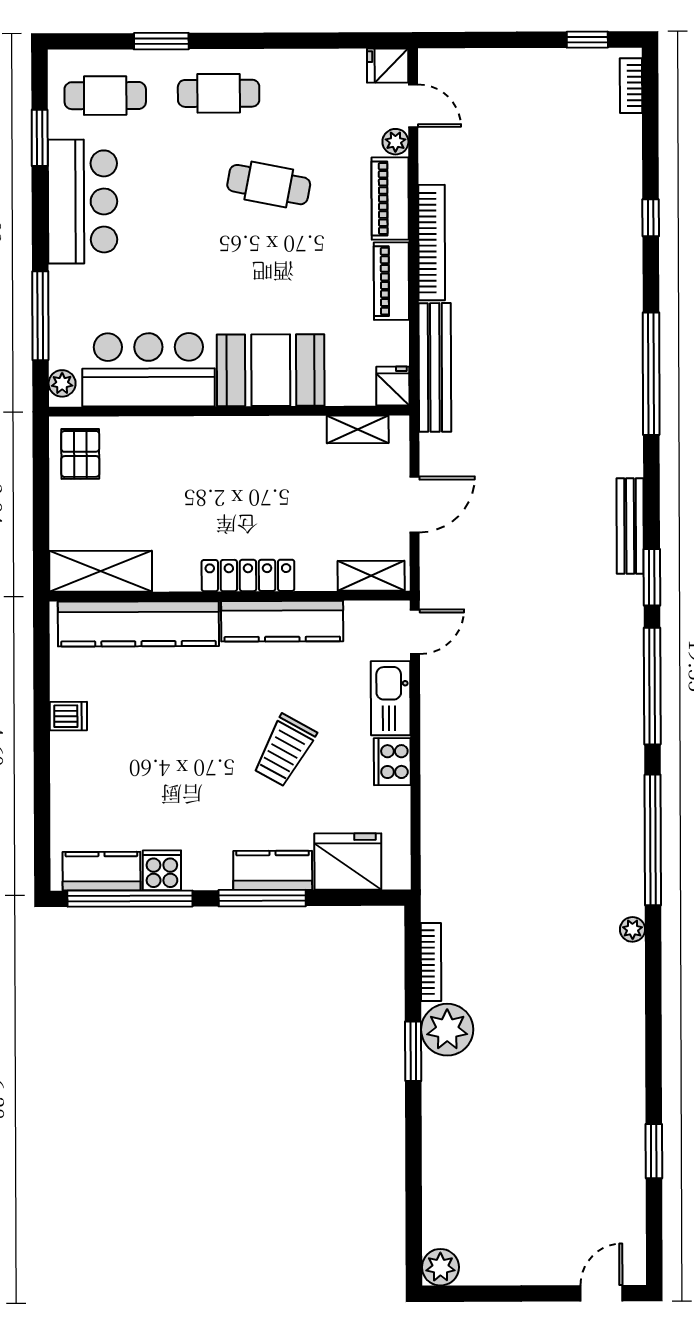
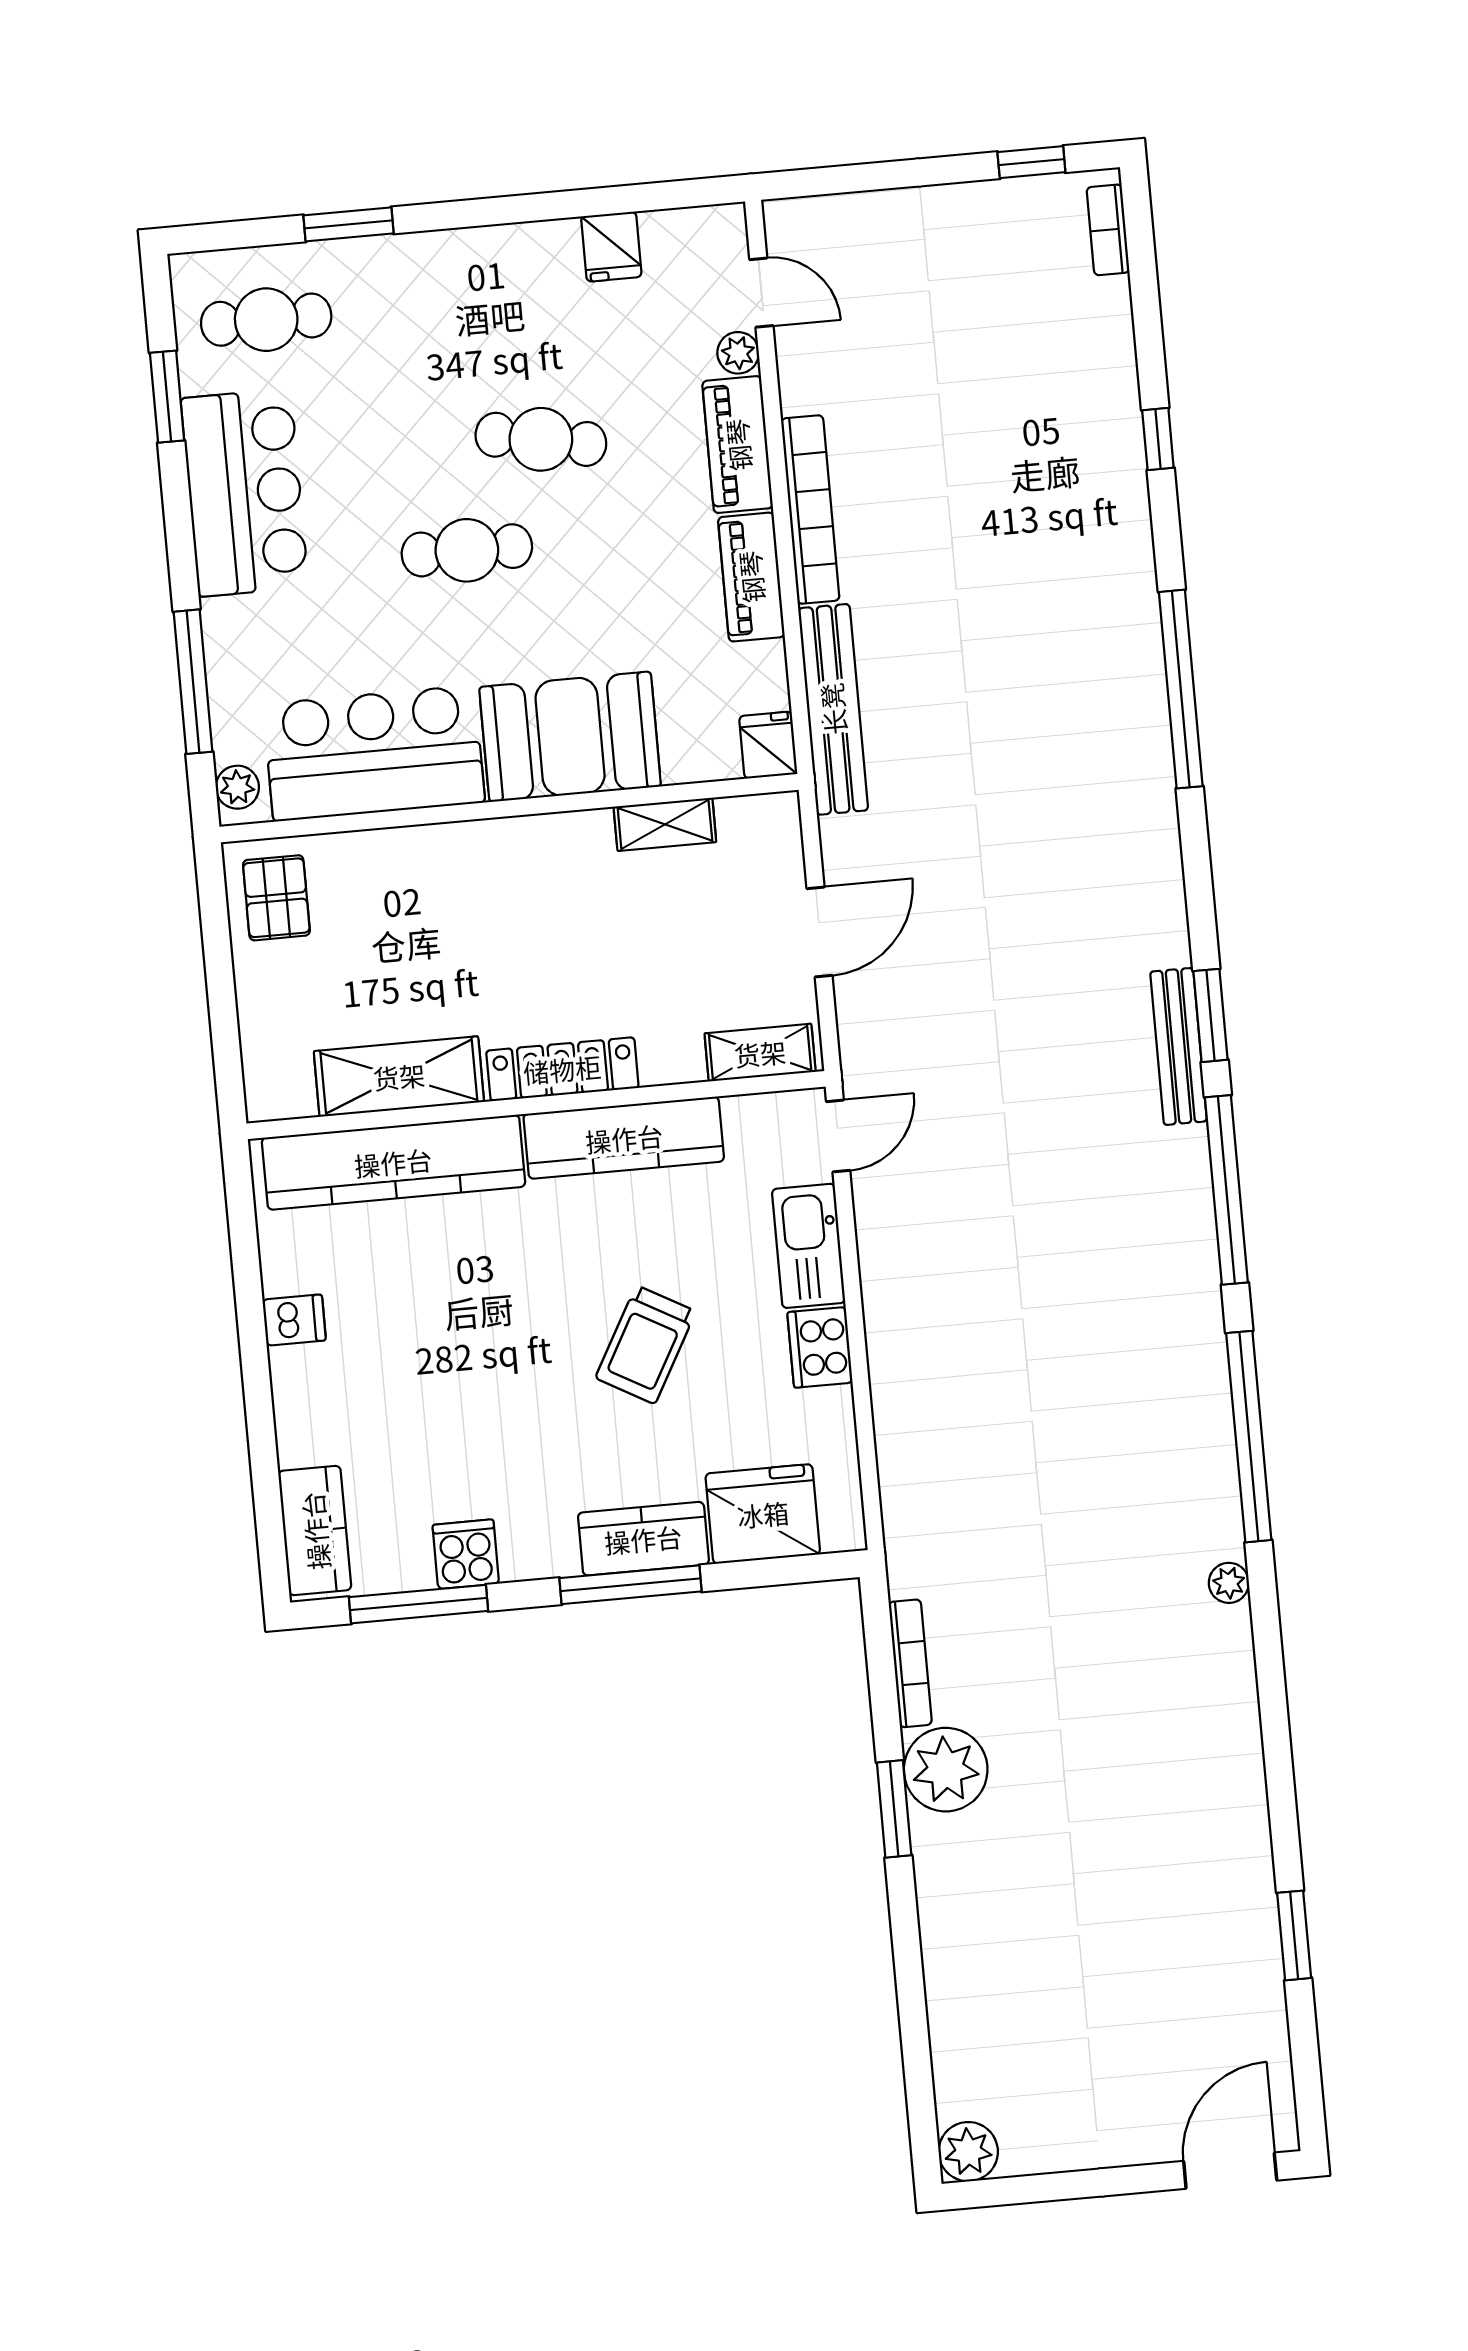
fridge: (388, 66) -> (611, 247), moved, turned -90
cafe table: (219, 93) -> (467, 550), moved
shelving: (358, 429) -> (665, 824), moved
bench: (630, 526) -> (1178, 1046), moved
shelving: (101, 571) -> (399, 1076), moved
kitchen counter: (101, 871) -> (315, 1531), moved, turned 90
window: (130, 899) -> (418, 1604), width x0.68
door: (602, 1293) -> (1230, 2171), width x1.38

